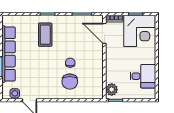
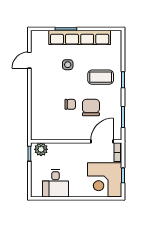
chair: (70, 82) -> (91, 108), moved, turned 90
side table: (15, 93) -> (68, 65), moved

